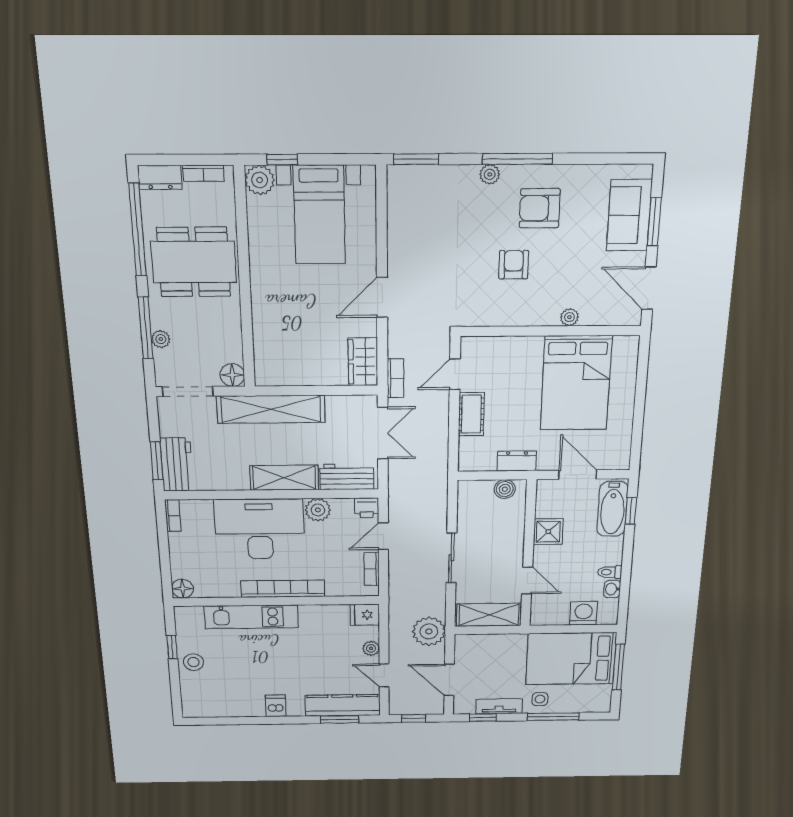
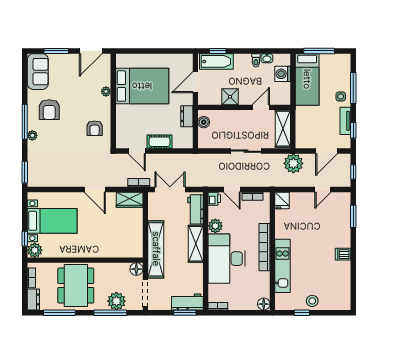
sofa: (629, 215) -> (38, 72), moved, turned -90
window: (138, 230) -> (59, 313), width x0.68
armchair: (514, 265) -> (95, 128), moved, turned -90
plant: (161, 339) -> (116, 301), width x1.87, depth x1.87
plant: (371, 648) -> (304, 197), removed
bed: (571, 659) -> (307, 79), width x0.67
kitchen counter: (342, 705) -> (343, 214), removed

